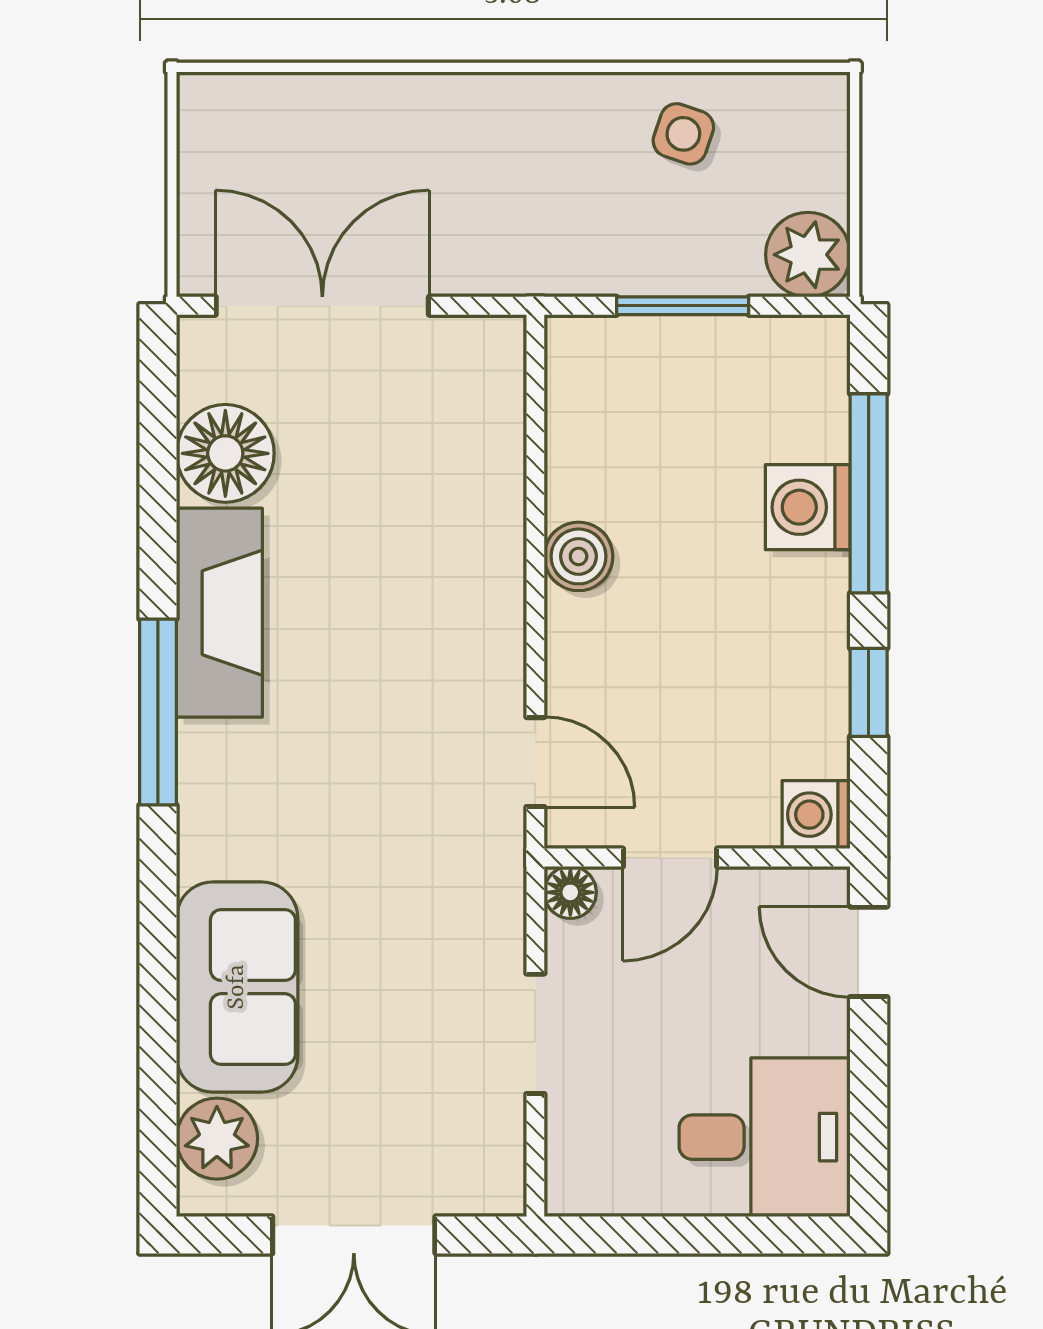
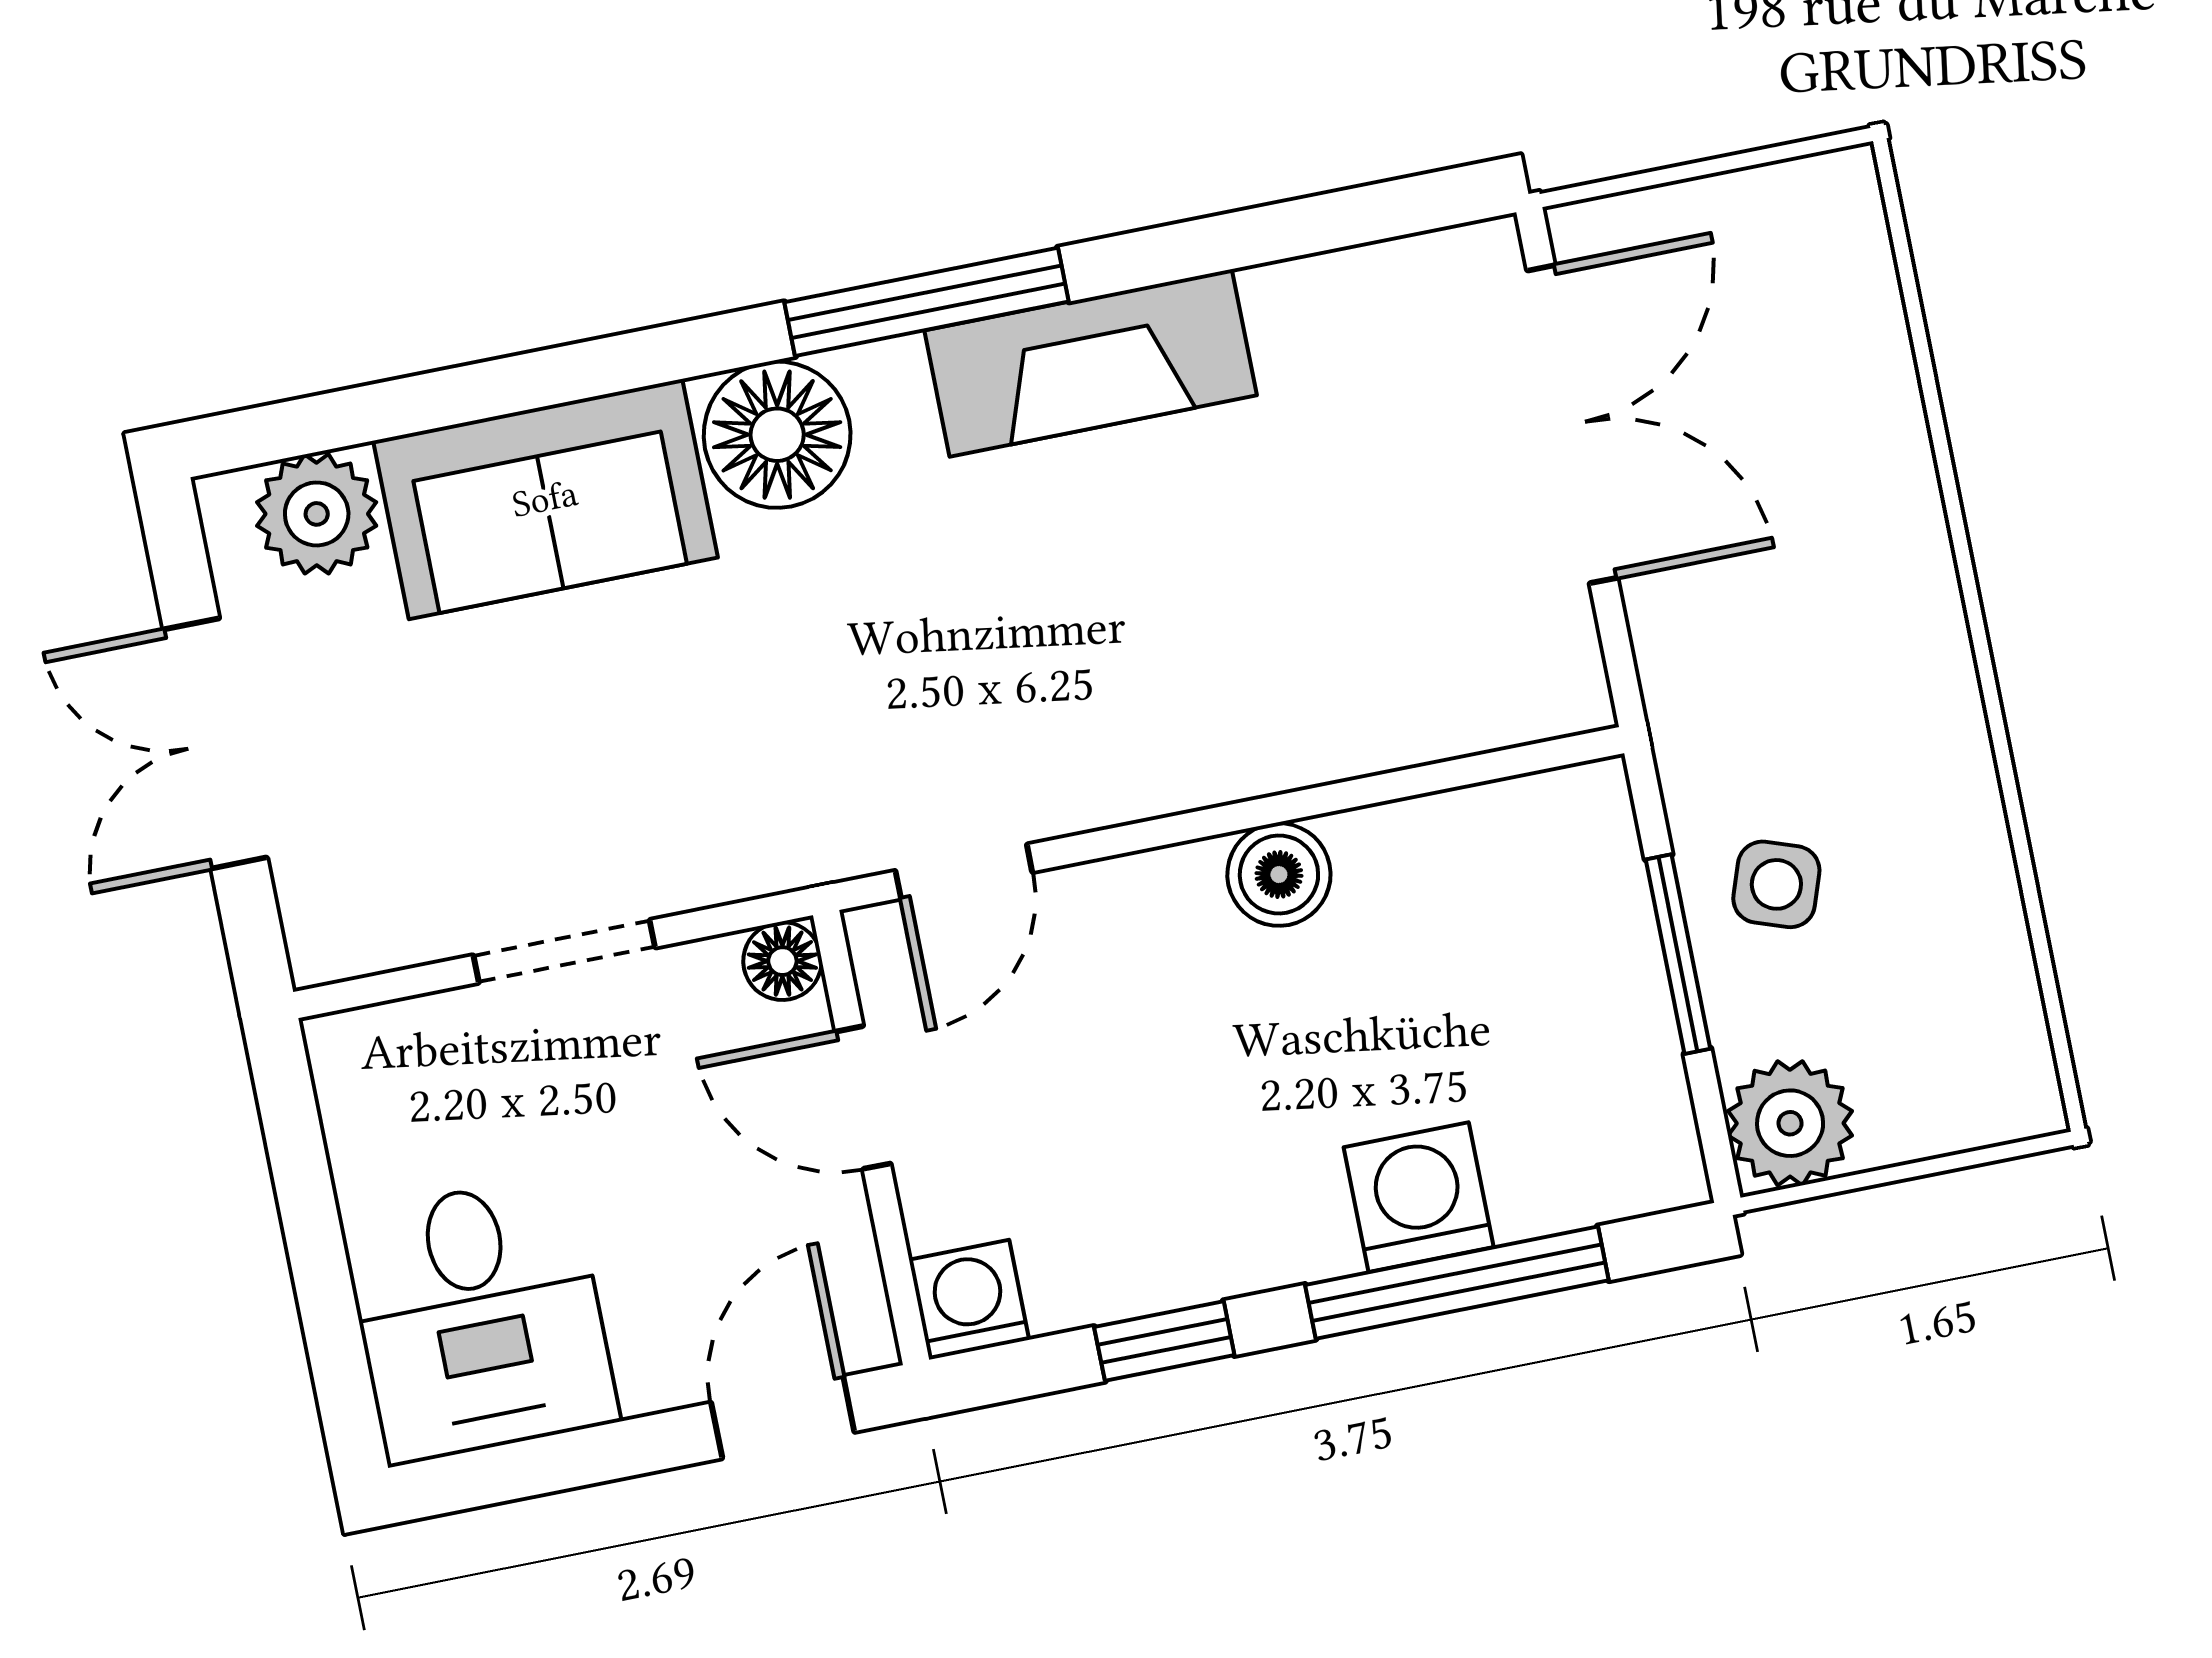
side table: (683, 134) -> (1776, 884), moved
floor lamp: (225, 453) -> (777, 435), moved

